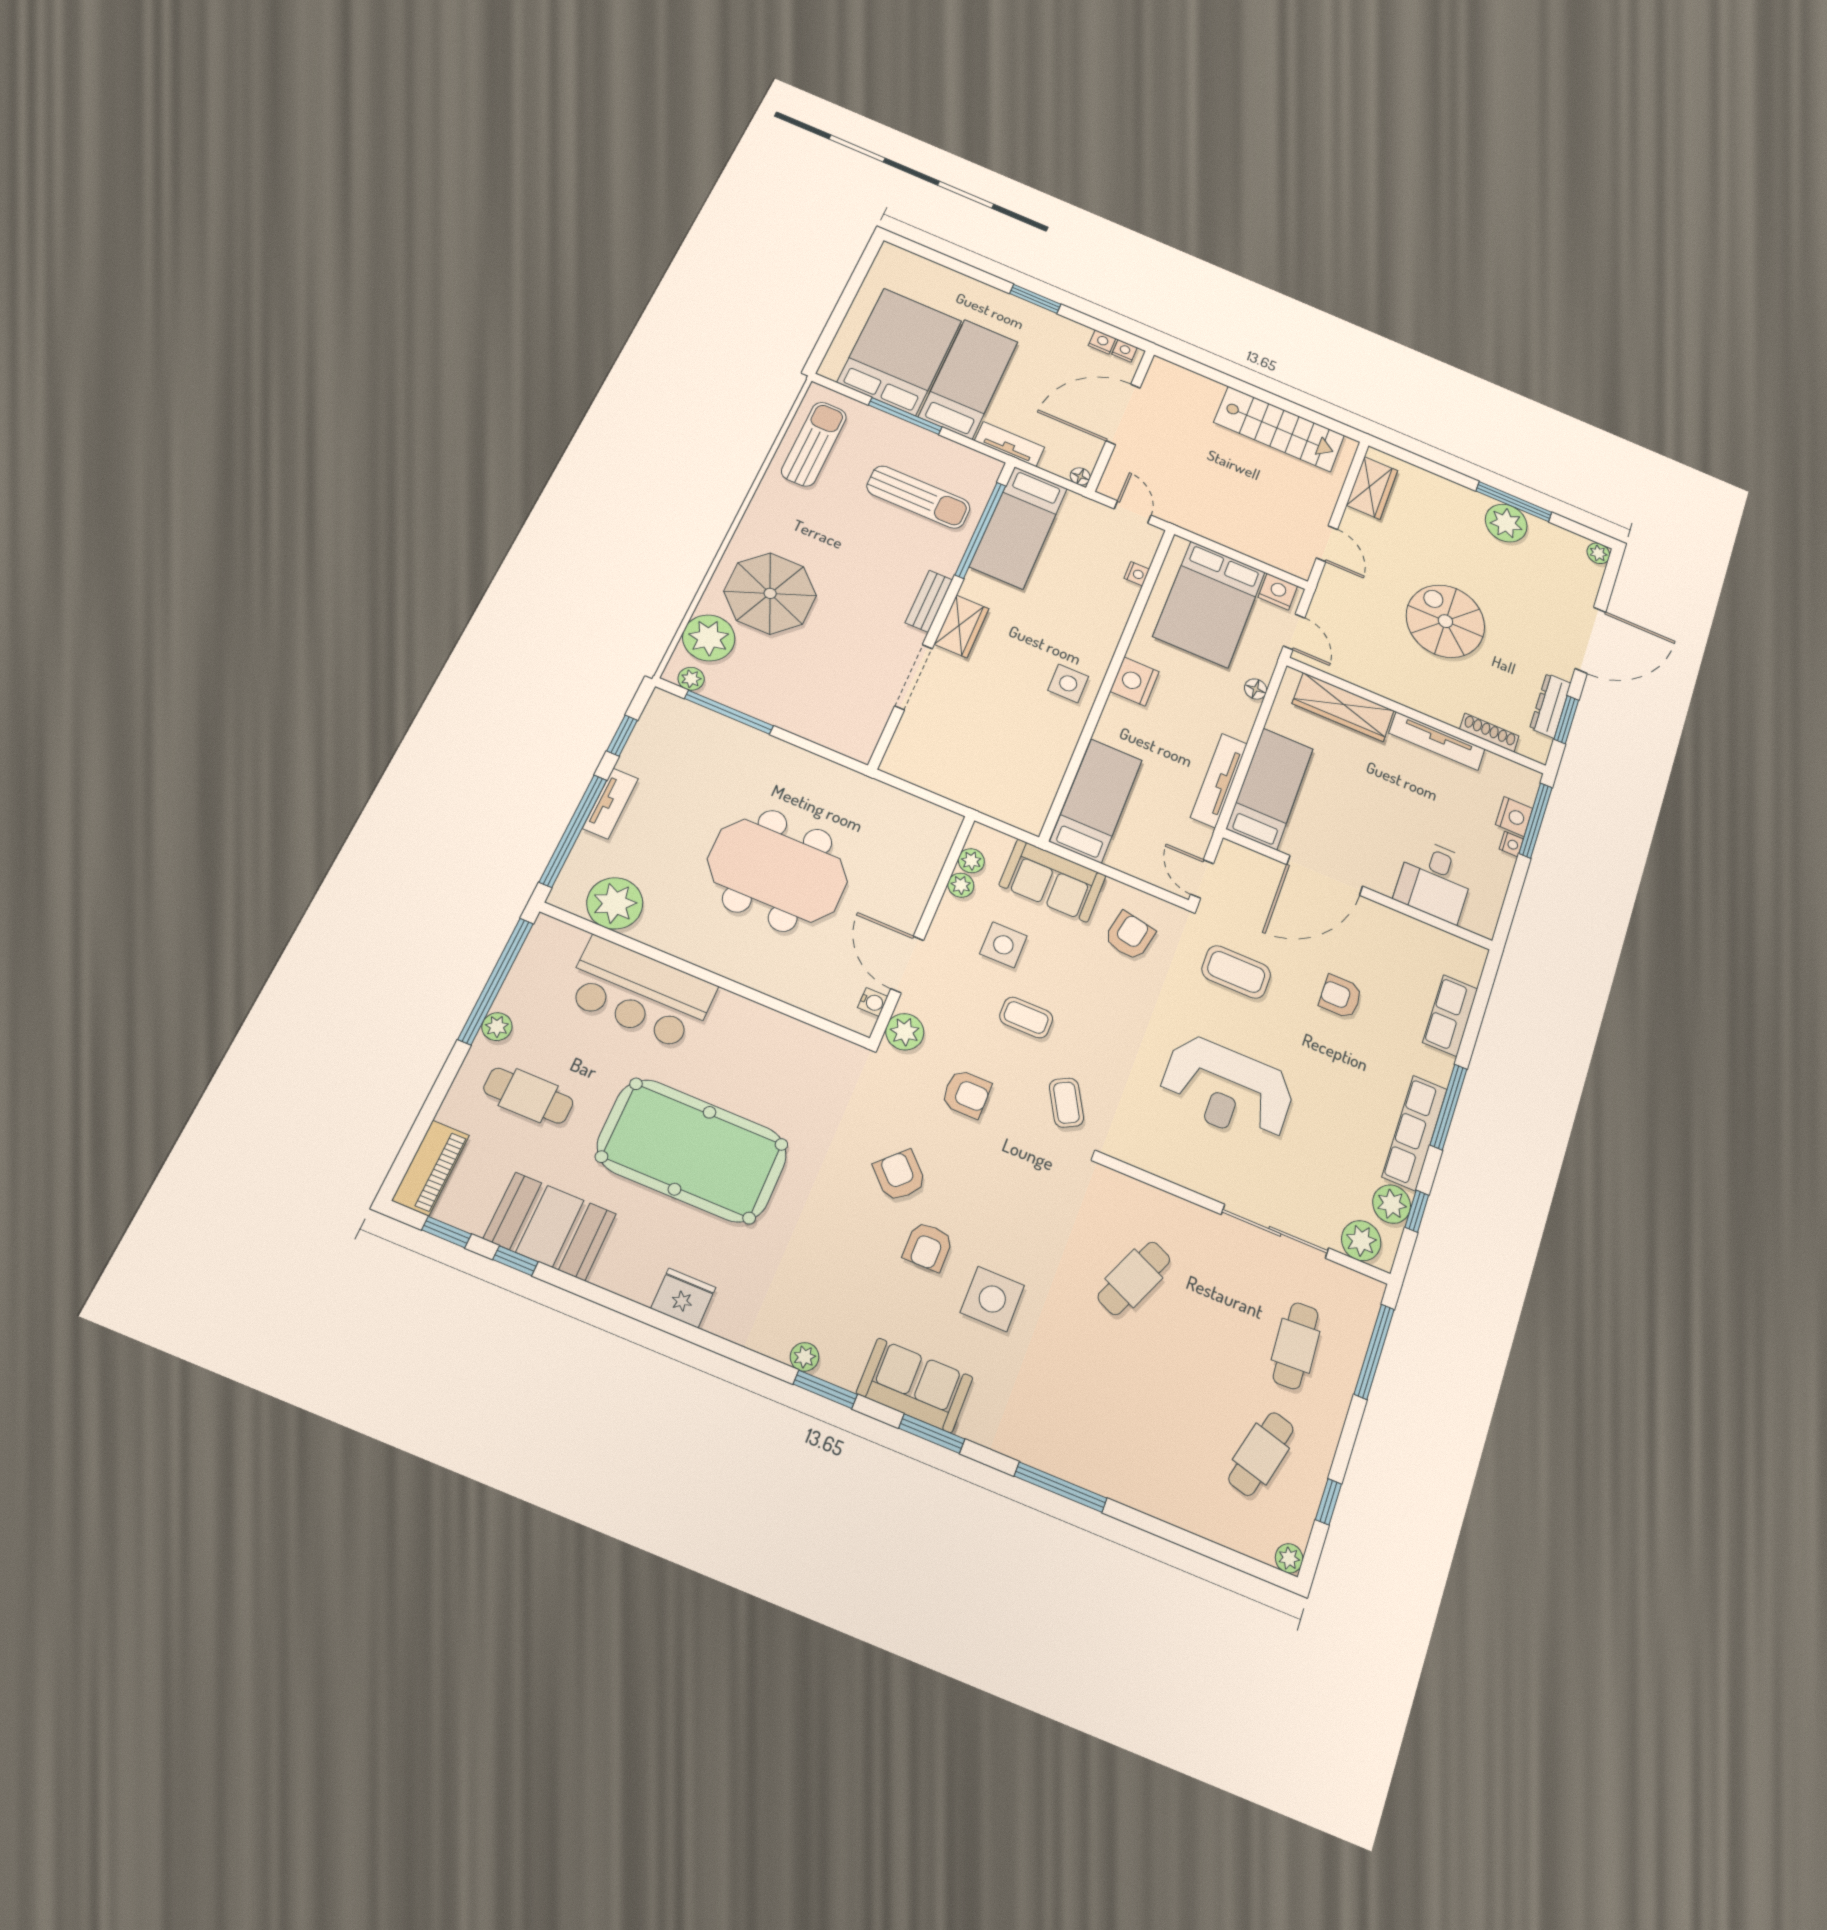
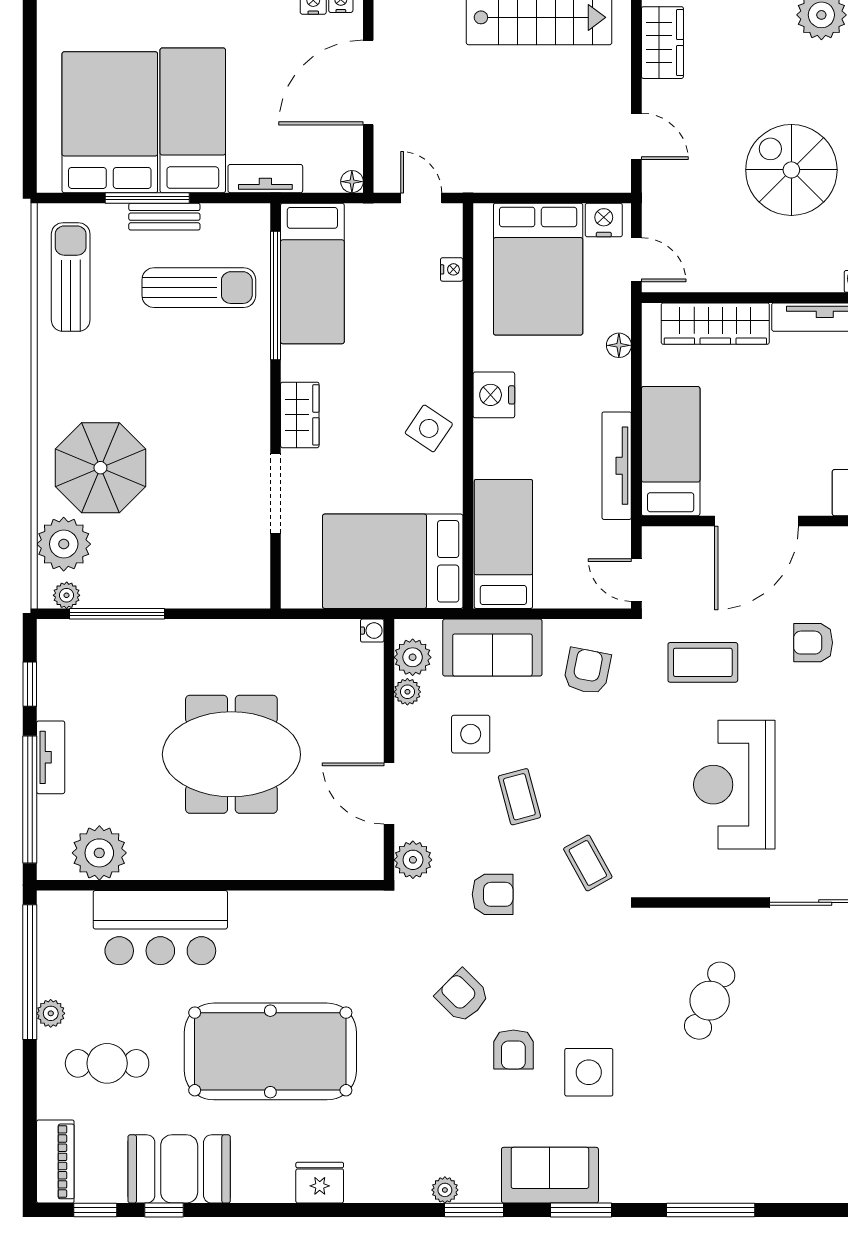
bench: (929, 601) -> (164, 217), moved, turned 90
side table: (1068, 683) -> (429, 428), turned 34
bed: (993, 773) -> (393, 561), added
plant: (971, 861) -> (413, 657), width x1.38, depth x1.38
water cooler: (873, 1002) -> (372, 631), moved
coffee table: (1026, 1017) -> (519, 797), turned 75
reception desk: (1227, 1089) -> (734, 785), turned 90

